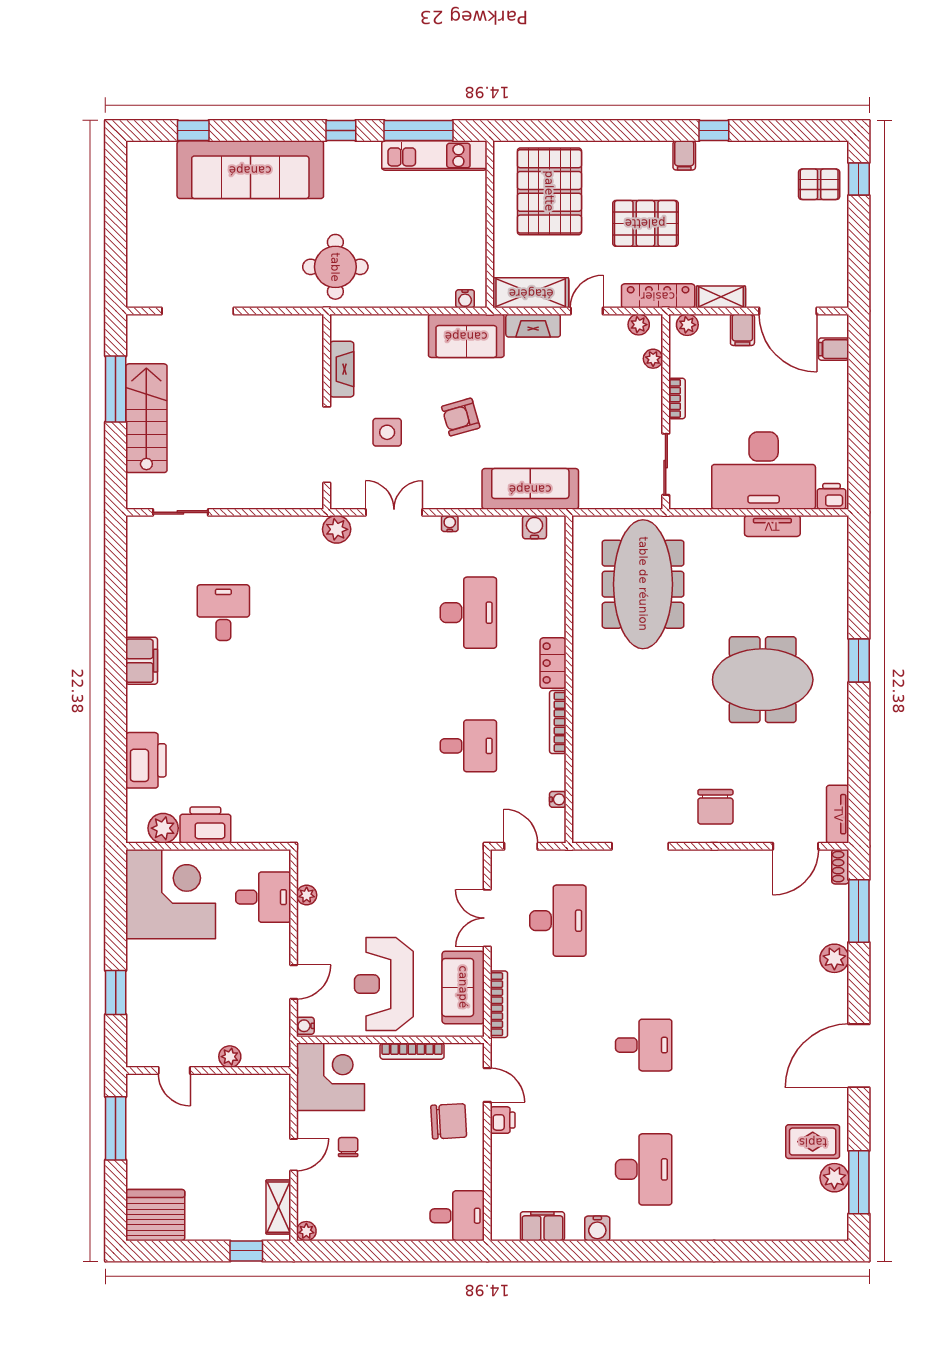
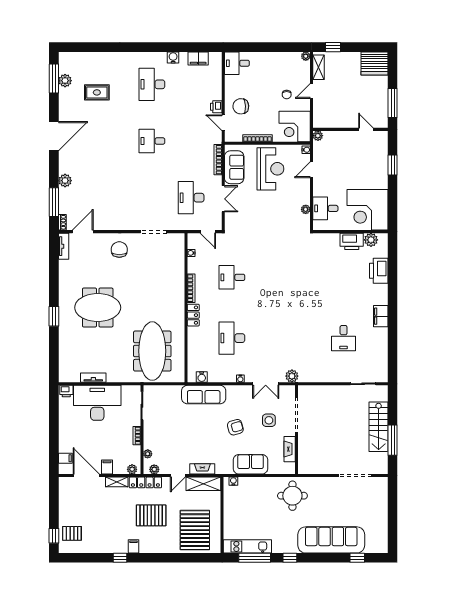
sofa: (466, 336) -> (250, 464), moved
plant: (230, 1057) -> (318, 136), moved
rug: (813, 1142) -> (97, 92), moved

